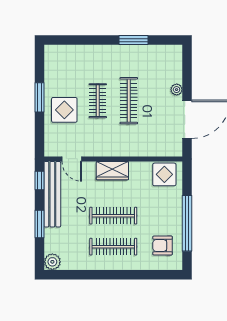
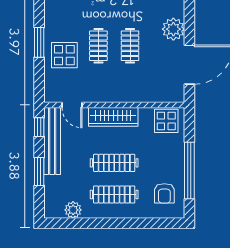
plant: (177, 90) -> (173, 29), width x1.88, depth x1.88
clothes rail: (129, 101) -> (130, 46), width x0.73
wardrobe: (112, 171) -> (113, 117), width x1.50
armchair: (163, 246) -> (164, 193), turned -90
plant: (52, 262) -> (73, 210), moved

